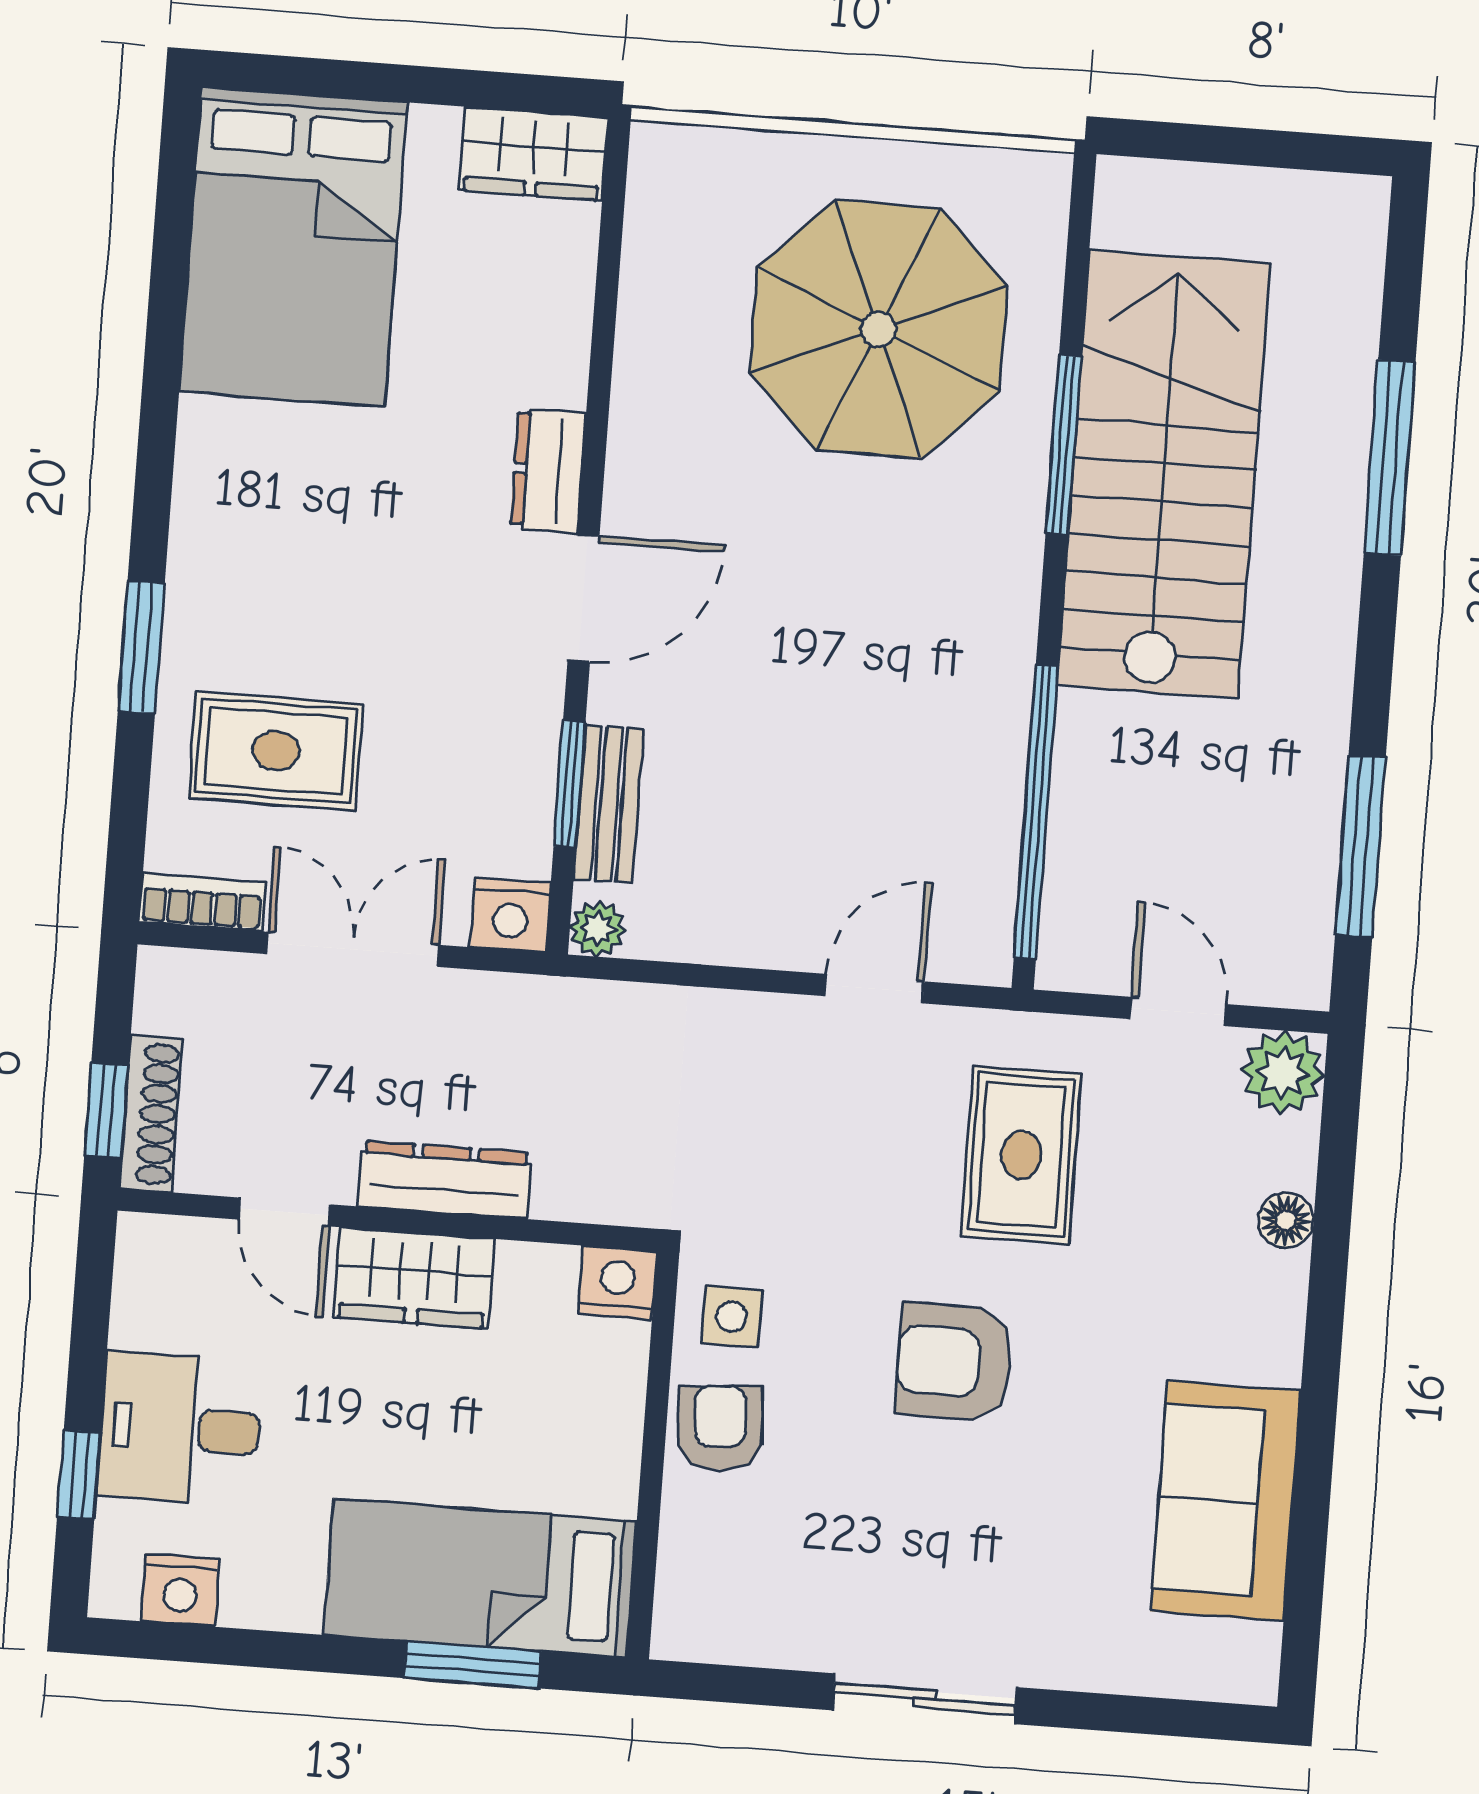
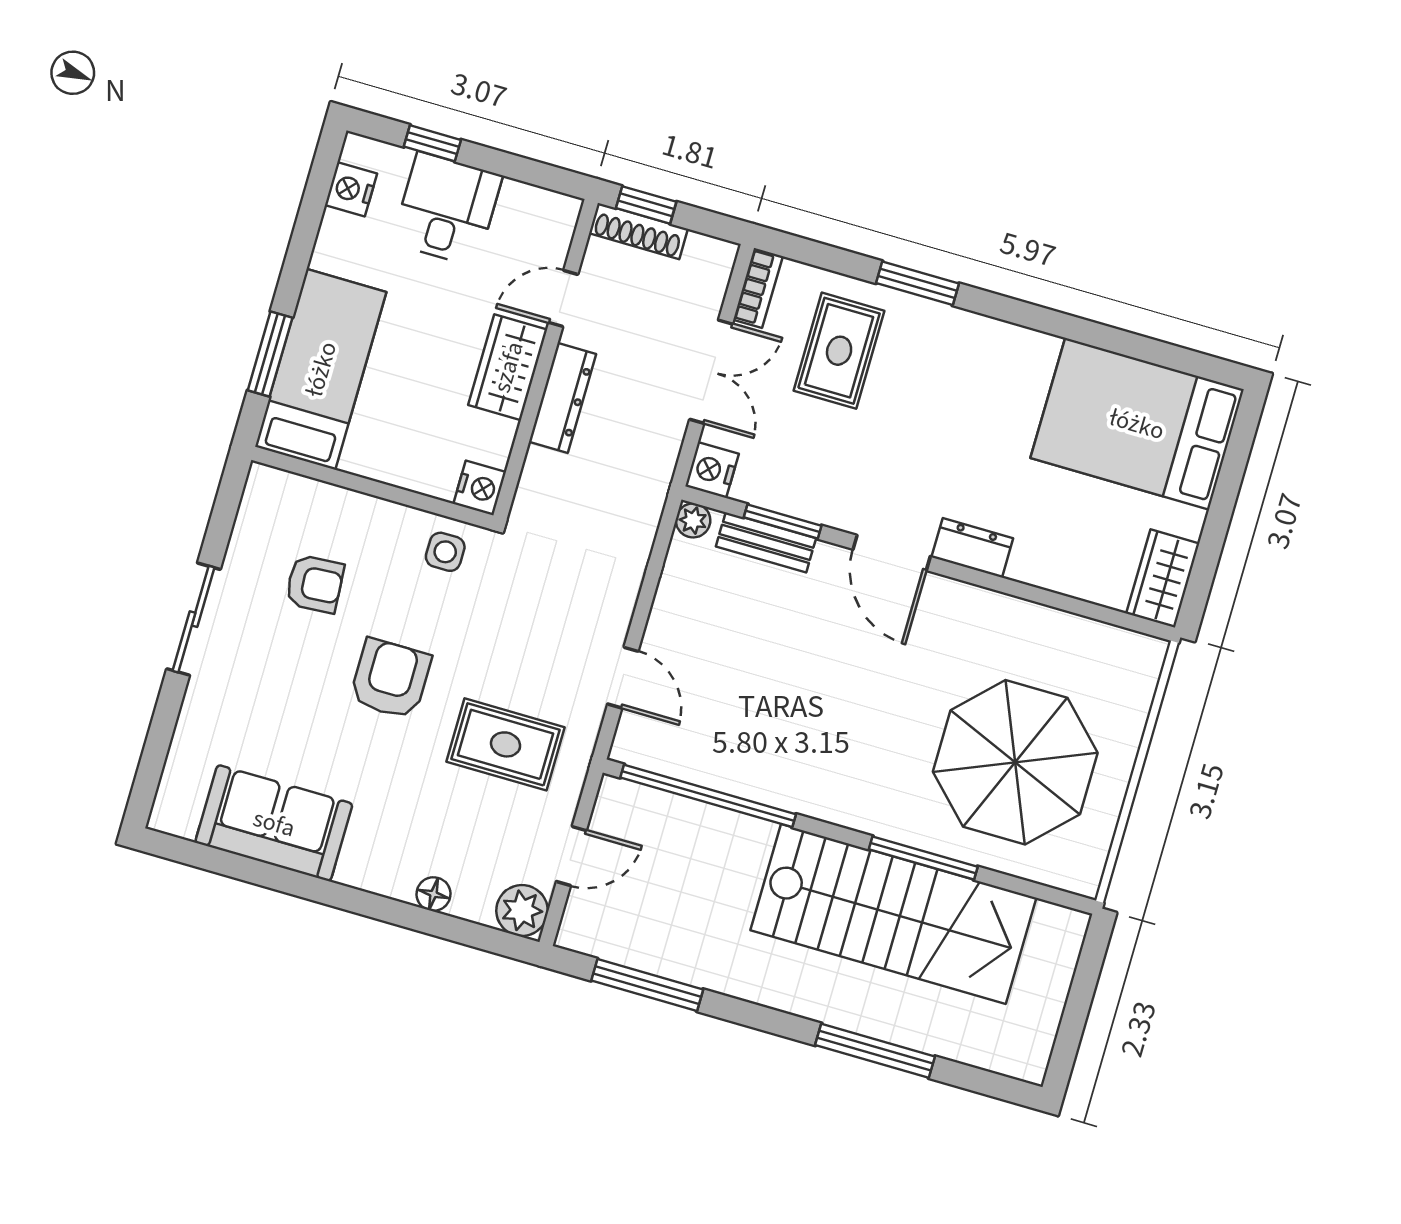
armchair: (720, 1428) -> (315, 584), moved

